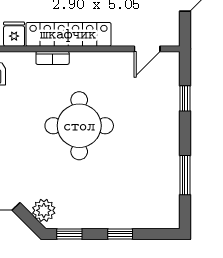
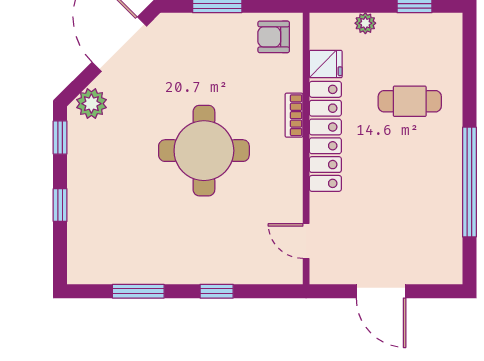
window: (185, 98) -> (217, 291), moved

